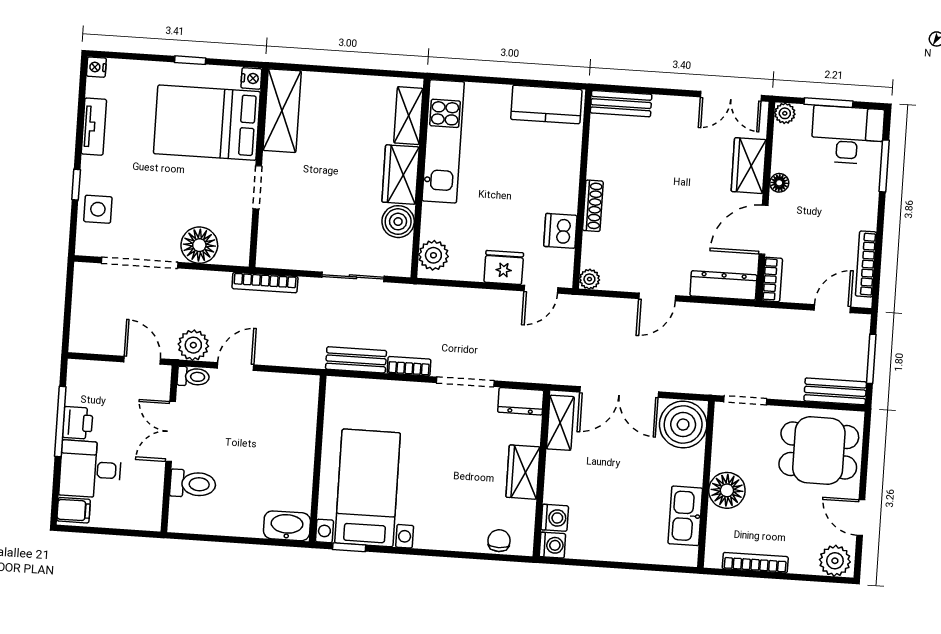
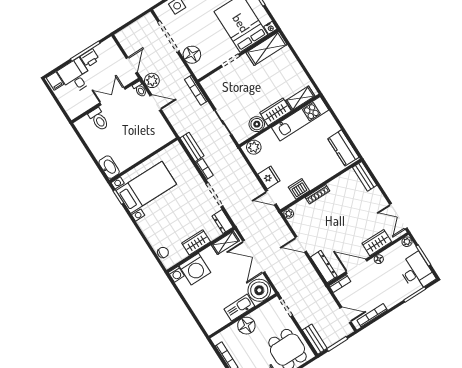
kitchen sink: (685, 516) -> (239, 308), moved
washing machine: (555, 518) -> (195, 269), width x1.89, depth x1.89

